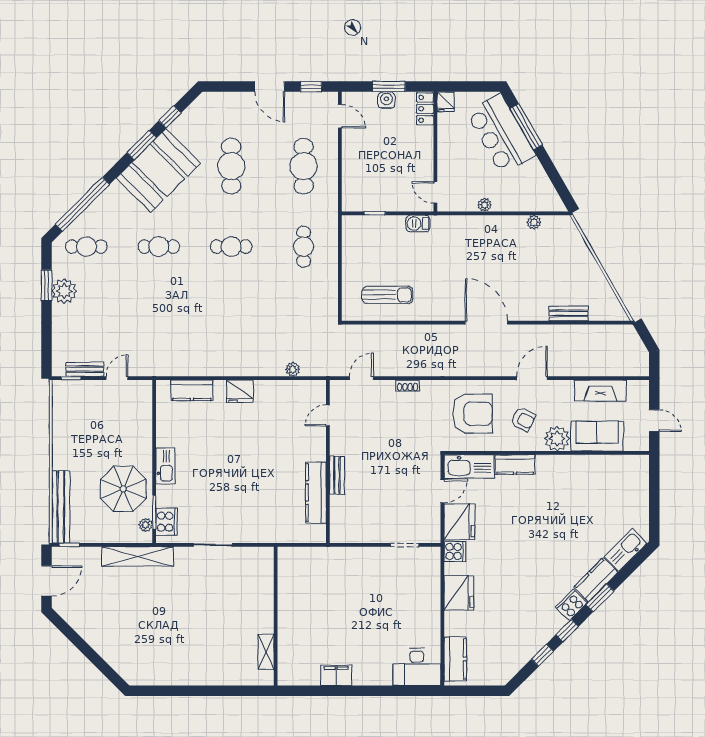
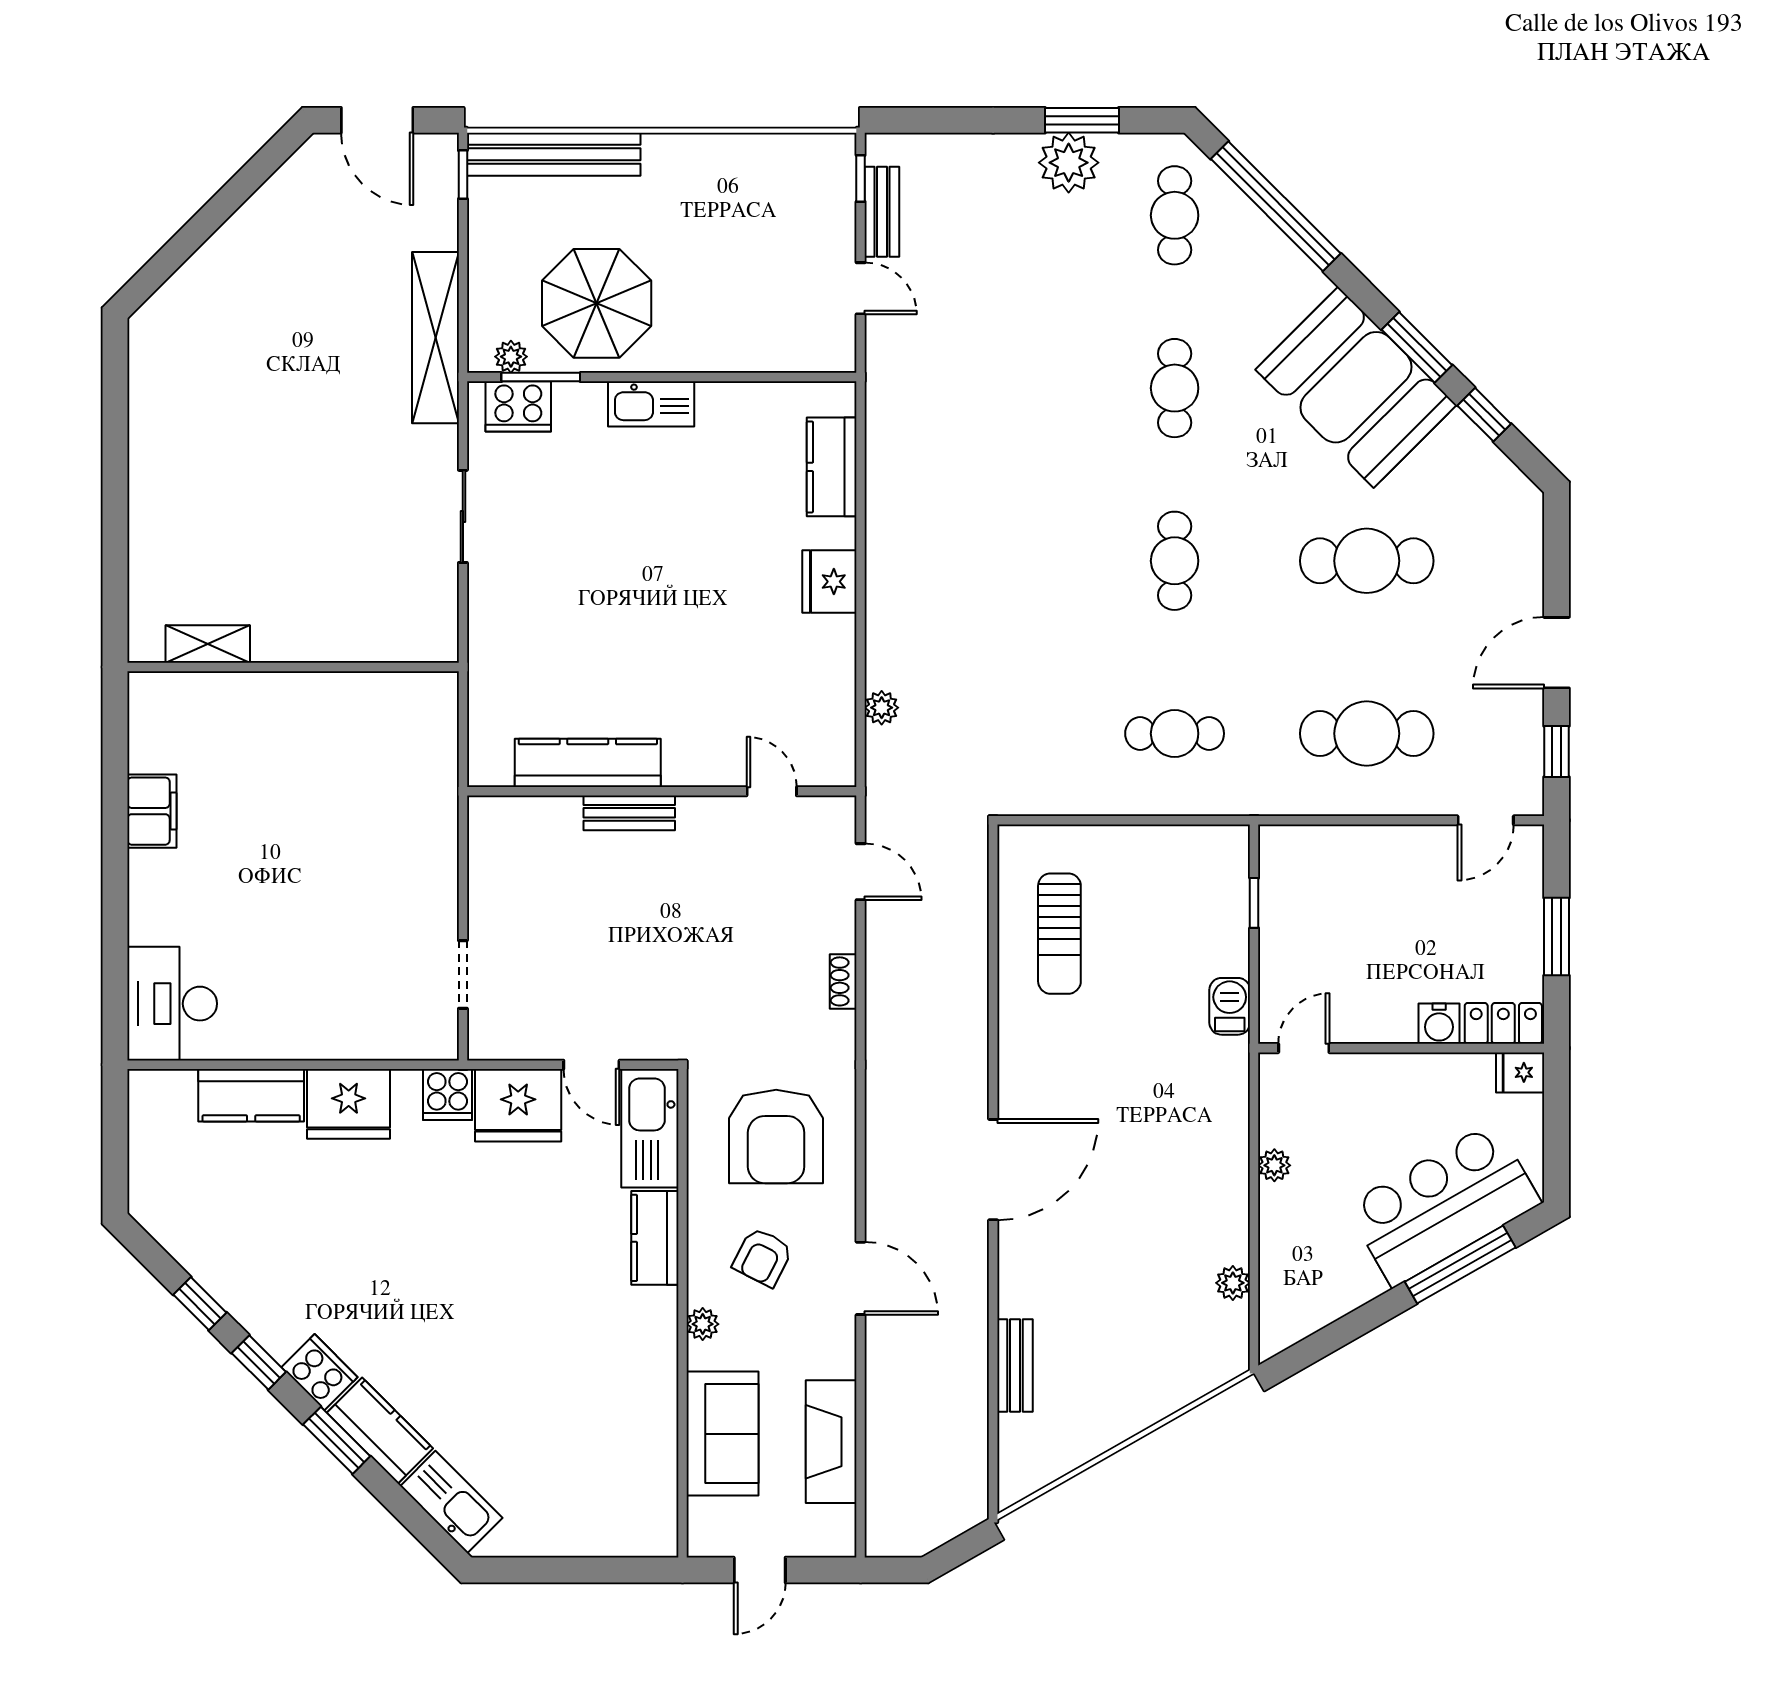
water cooler: (386, 100) -> (1439, 1024), moved, turned 90
plant: (557, 439) -> (703, 1324), width x0.53, depth x0.53
kitchen counter: (455, 659) -> (251, 1095), moved

